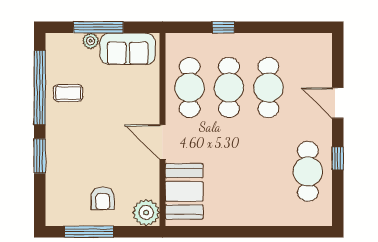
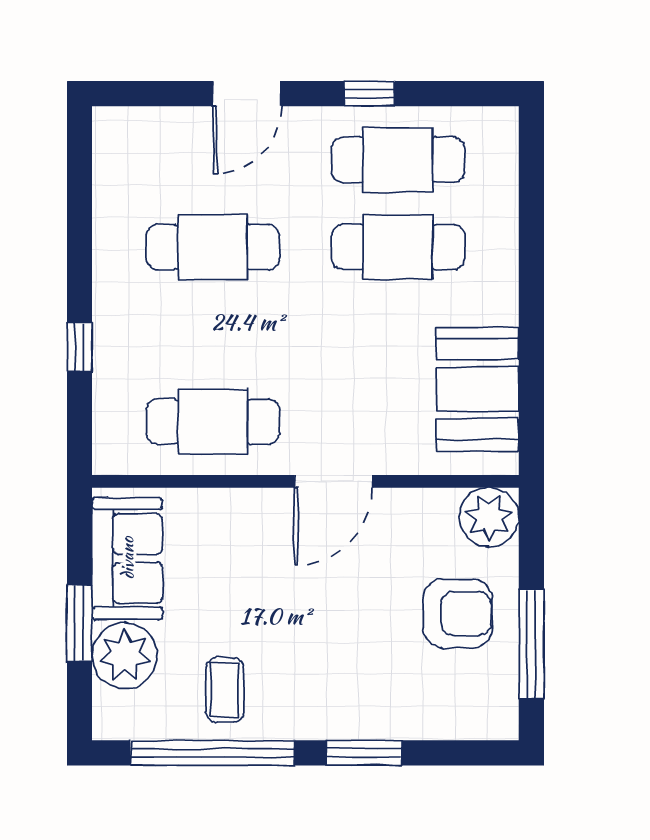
window: (98, 27) -> (79, 623), width x0.69
plant: (91, 41) -> (125, 656), width x1.88, depth x1.88
cafe table: (229, 88) -> (398, 247), moved
booth: (184, 191) -> (478, 389), moved, turned 90
armchair: (103, 198) -> (458, 613), width x1.38, depth x1.38

